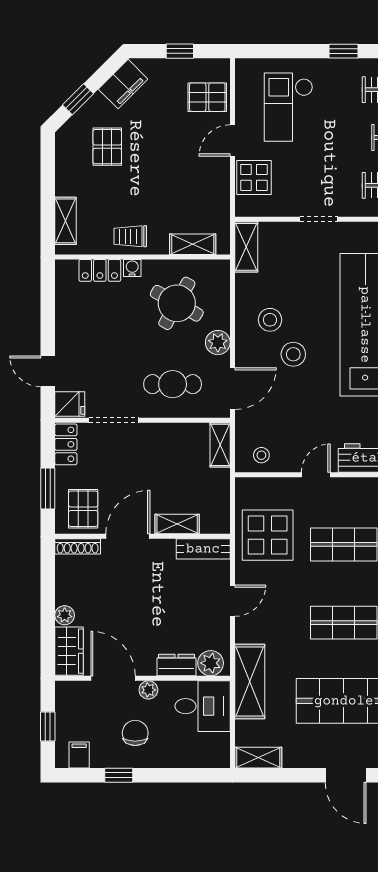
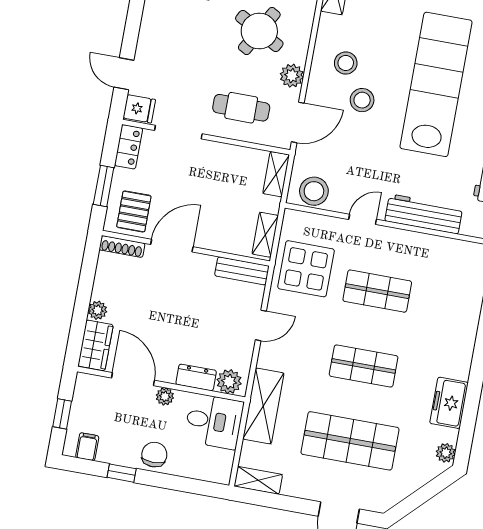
stool: (261, 455) -> (314, 191), width x1.89, depth x1.89
shelving: (177, 524) -> (265, 235), moved, turned 90
chair: (135, 733) -> (154, 455), moved

